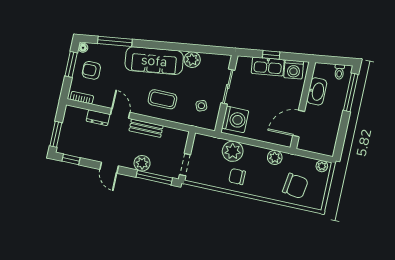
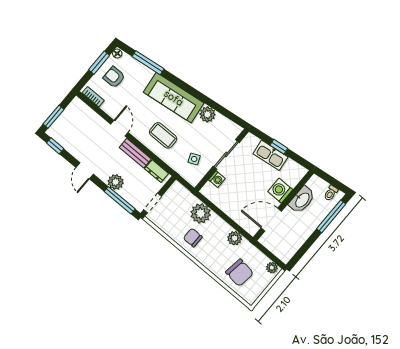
washing machine: (294, 70) -> (280, 191), moved, turned 97
dresser: (98, 118) -> (157, 171), moved
washing machine: (235, 119) -> (217, 179), width x0.53, depth x0.53

